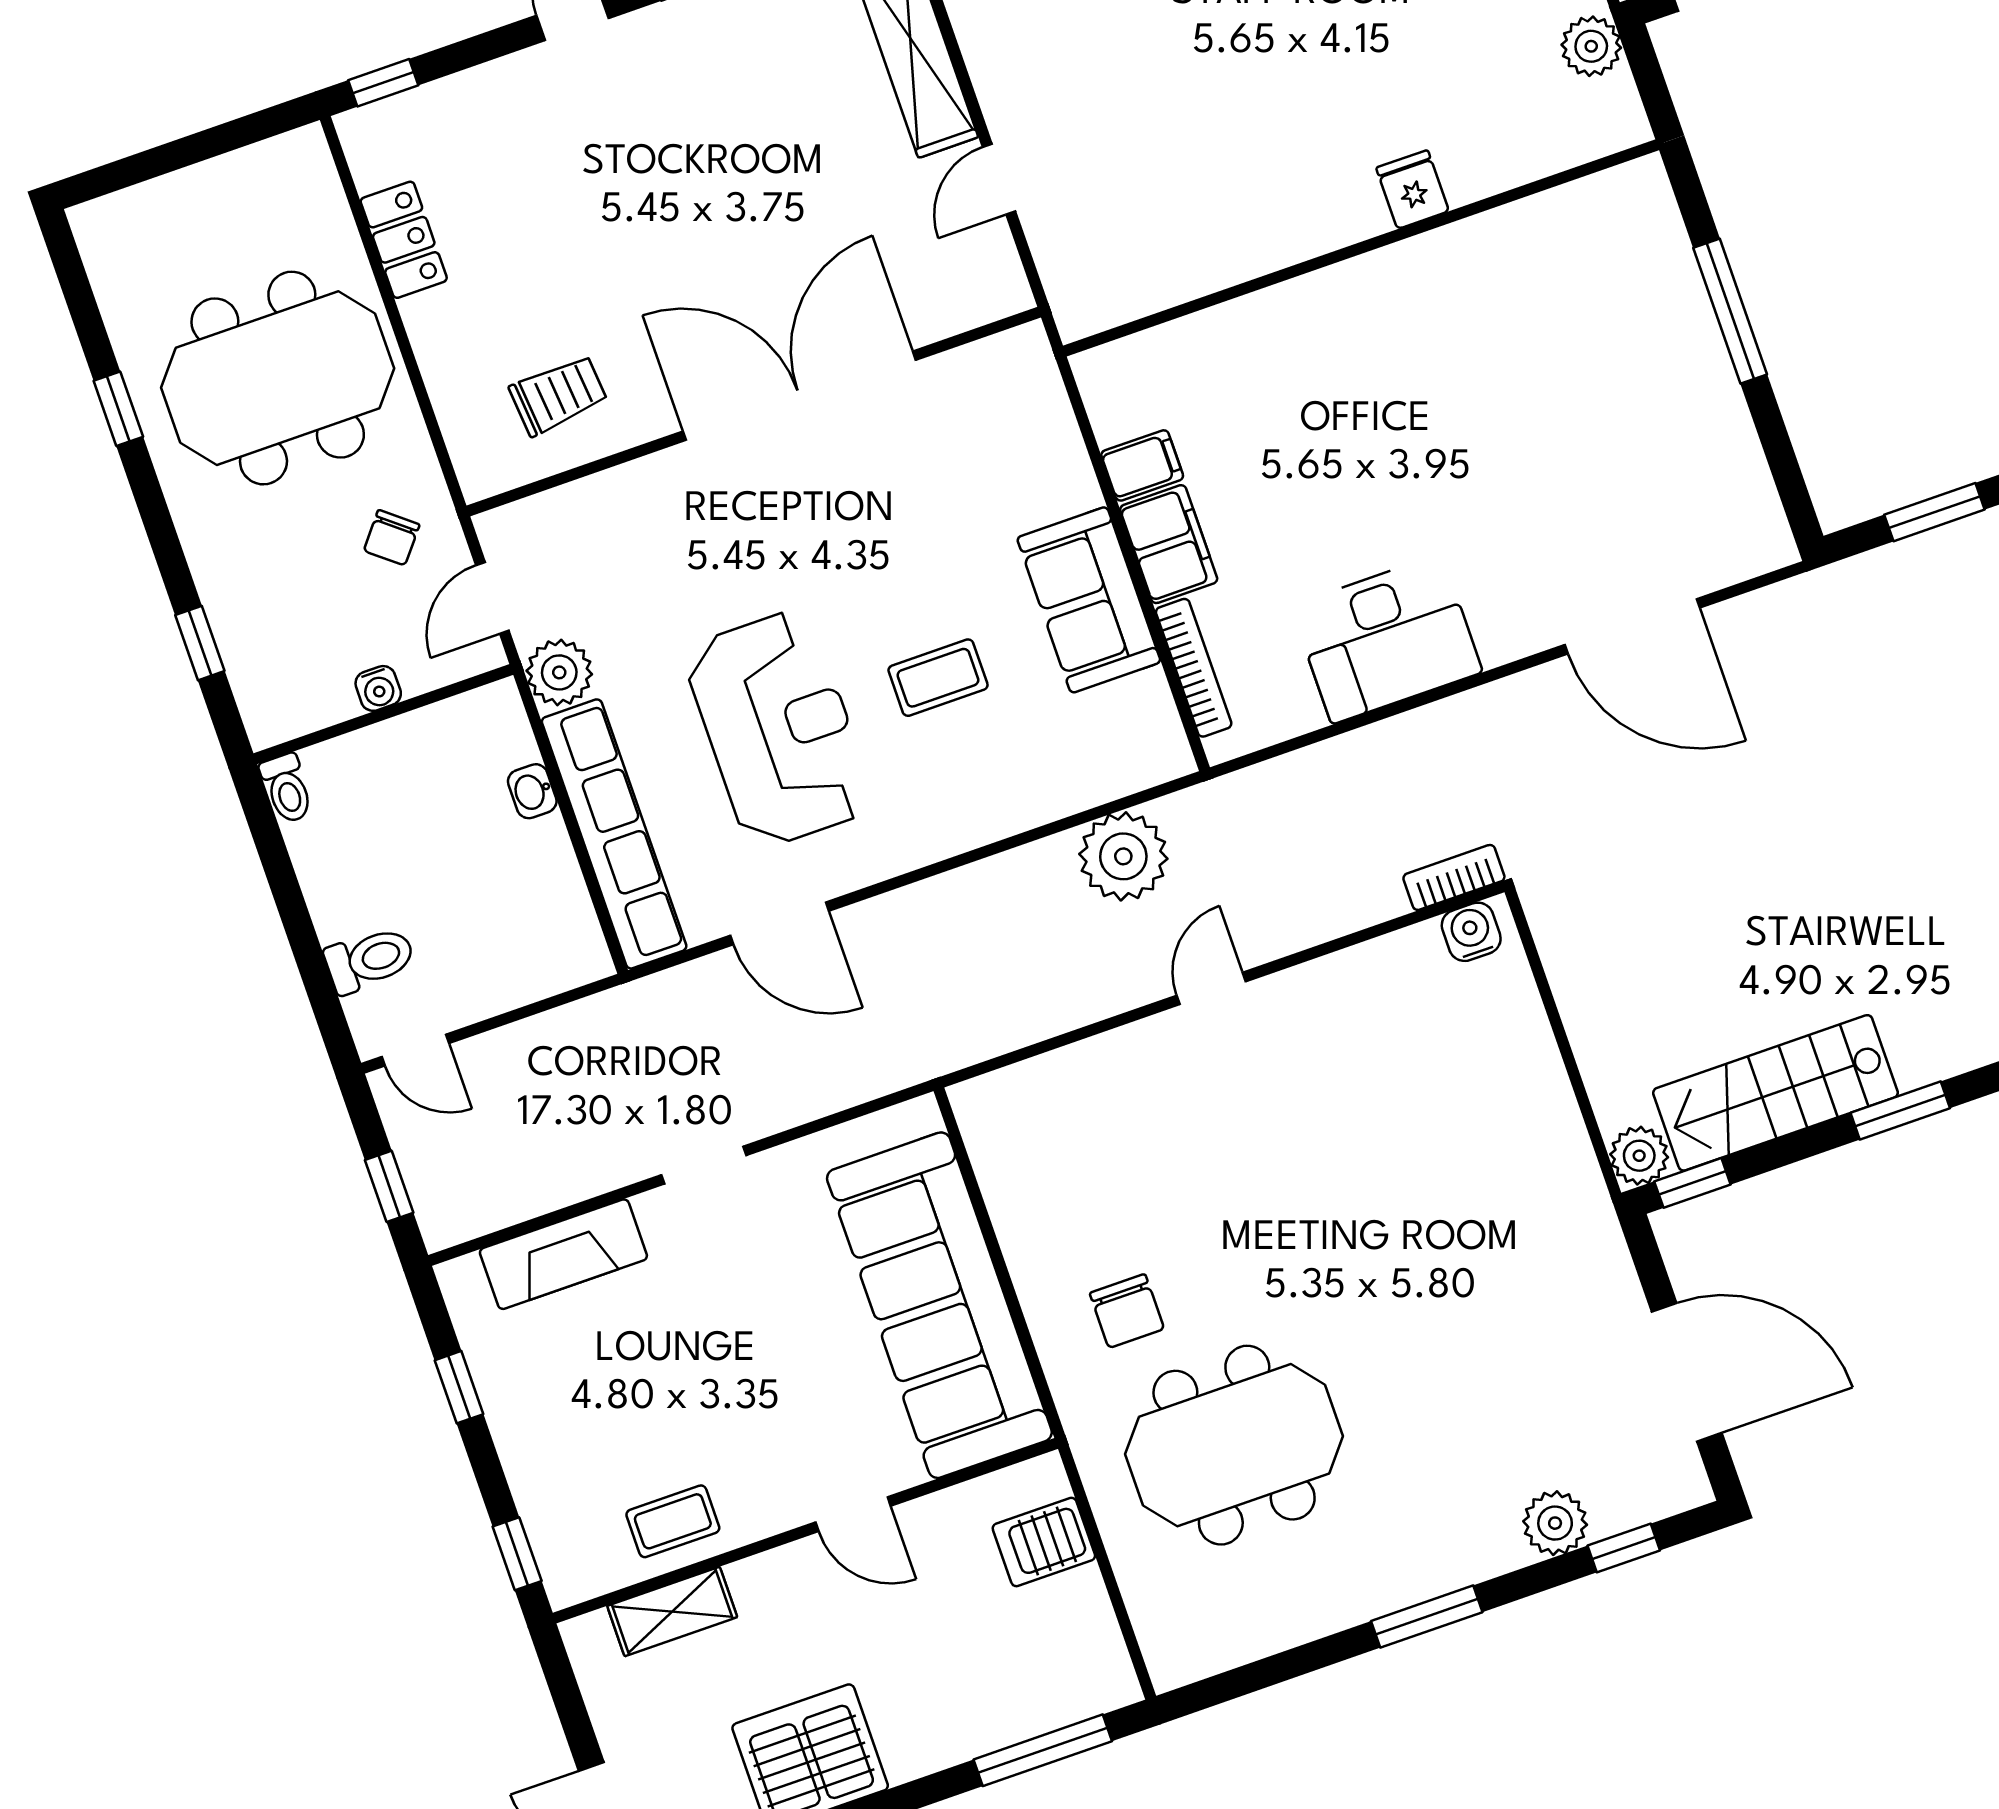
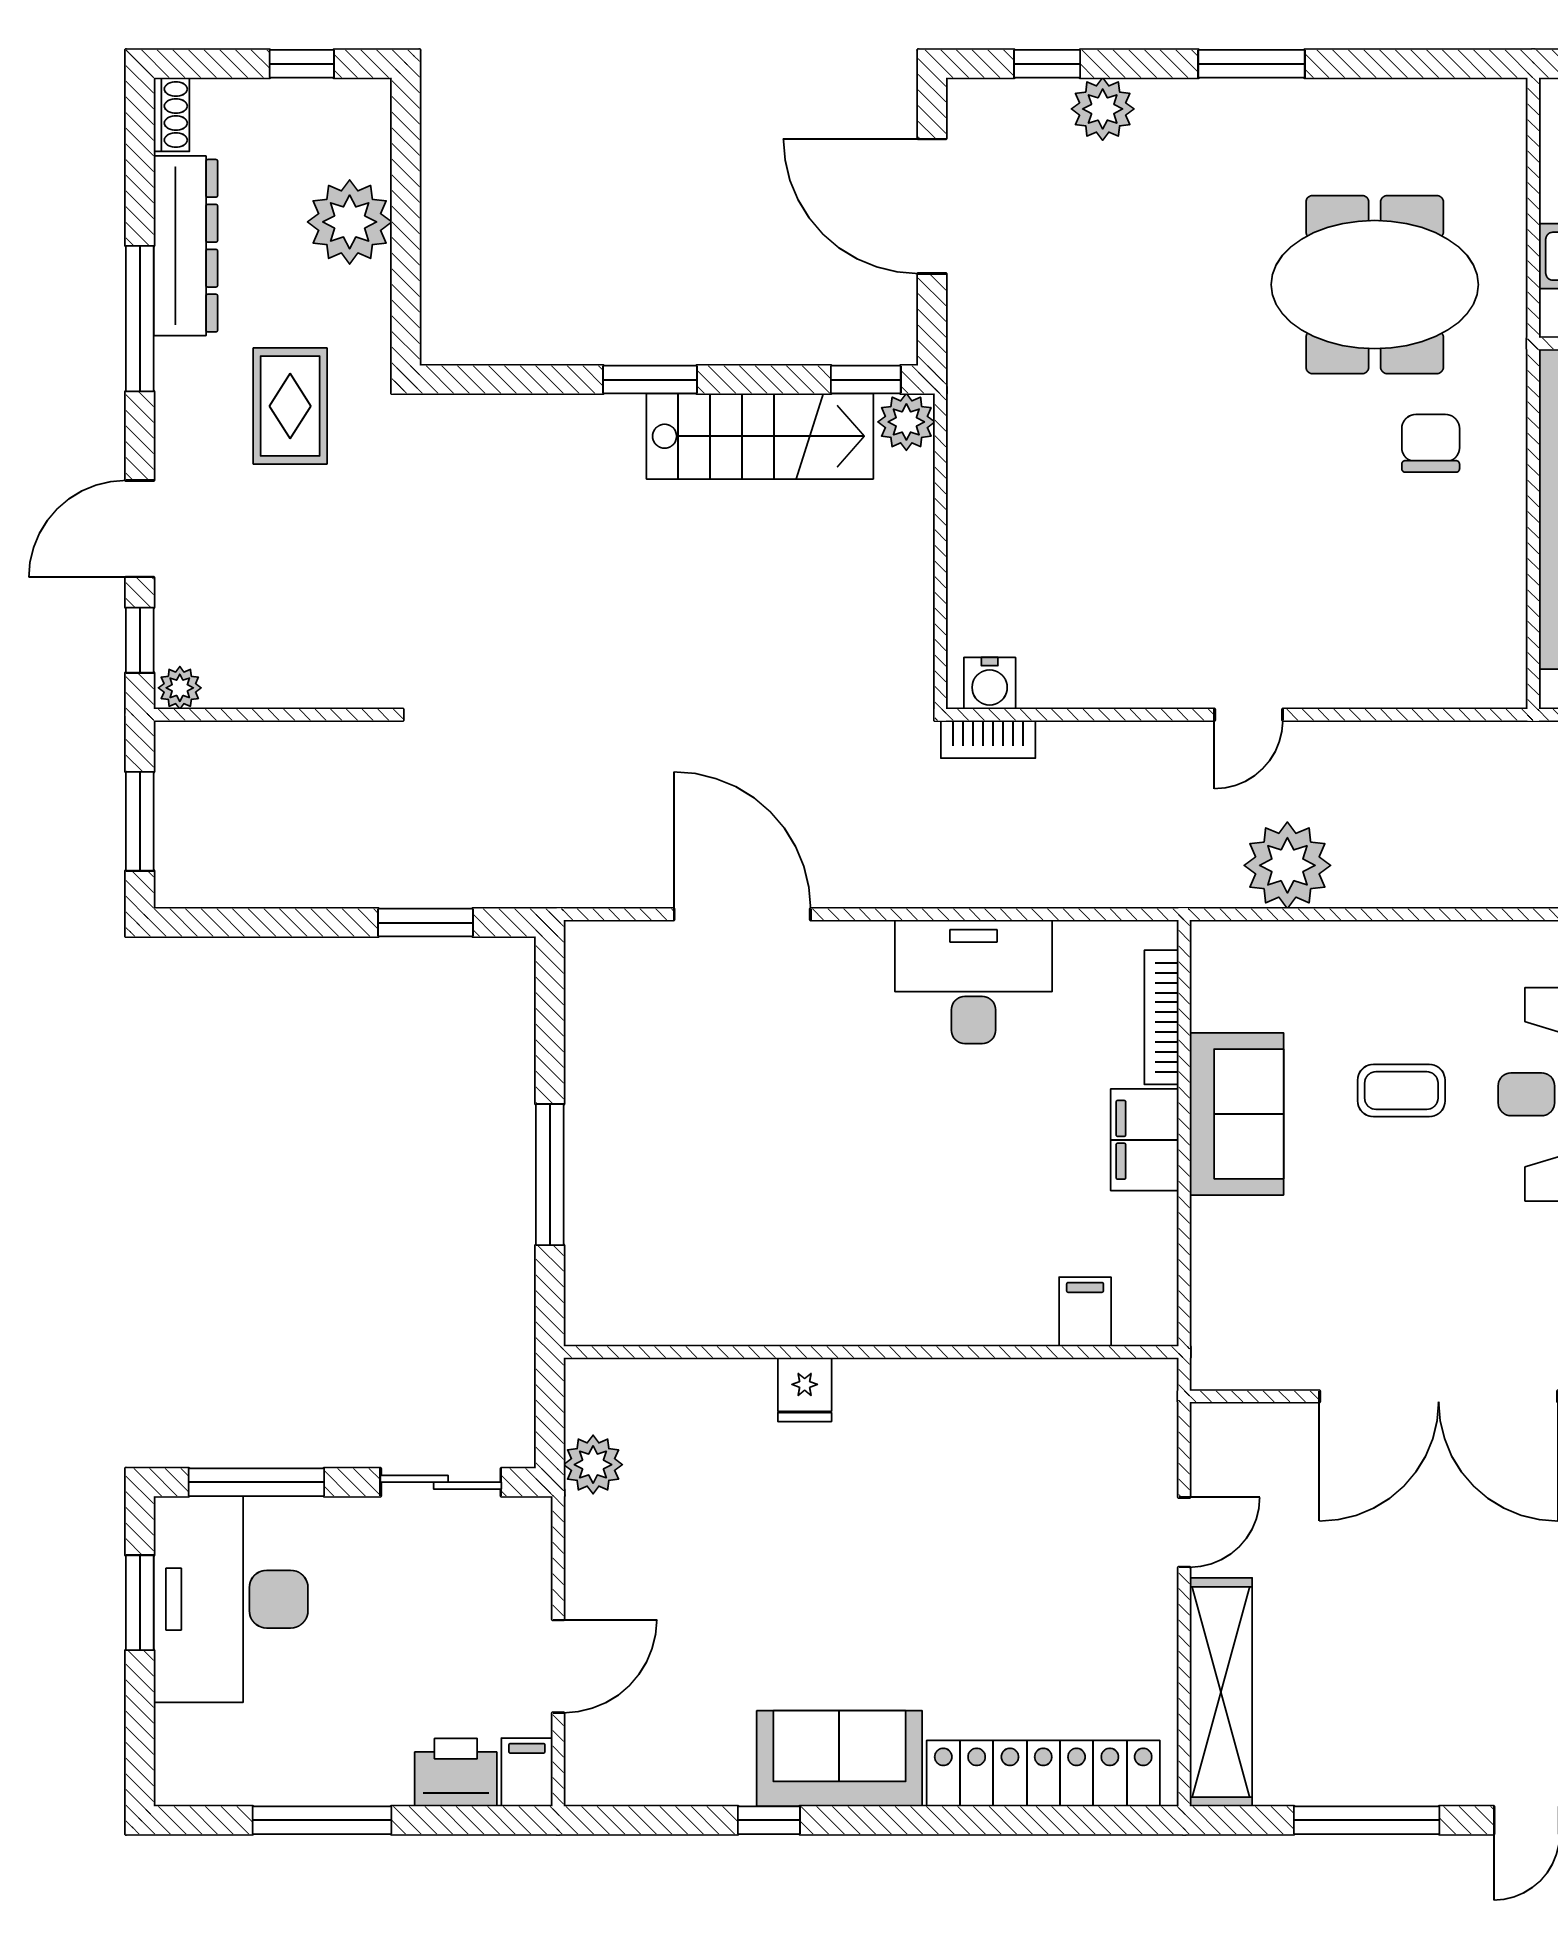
filing cabinet: (1142, 465) -> (1085, 1312), moved, turned 90

